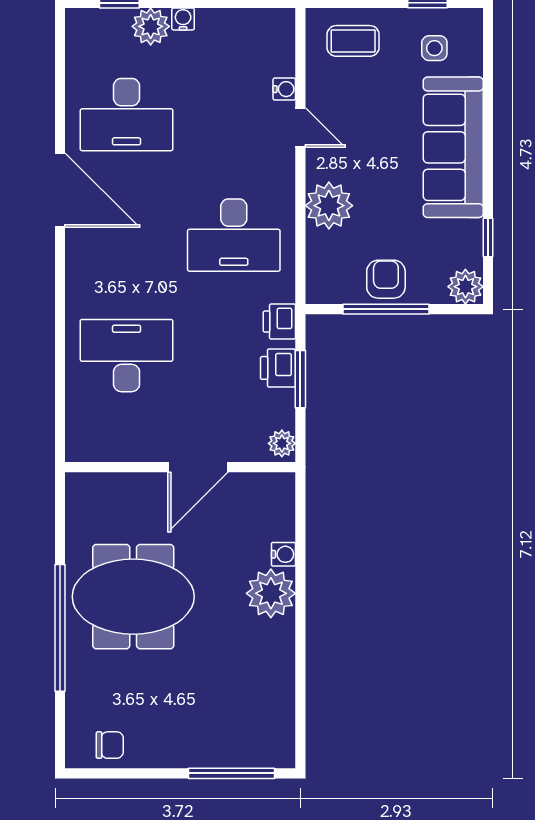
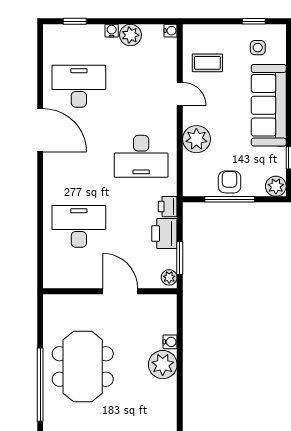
plant: (151, 26) -> (130, 35), moved
coffee table: (353, 41) -> (207, 63), moved
water cooler: (284, 89) -> (171, 31), moved
desk: (127, 115) -> (79, 86), turned 180
printer: (278, 368) -> (164, 234), width x1.36, depth x1.24
window: (300, 379) -> (180, 258), moved
door: (198, 467) -> (120, 291), swing flipped
meeting table: (133, 597) -> (83, 366), turned 90

